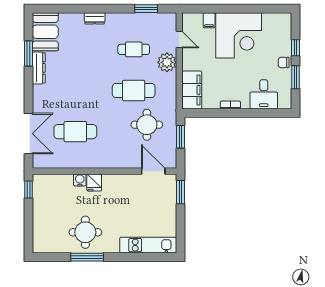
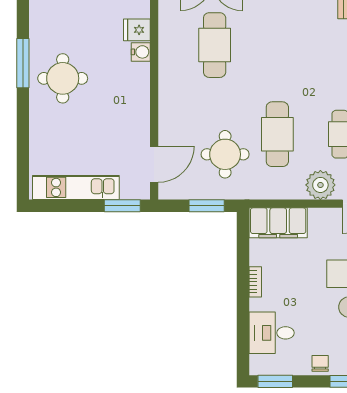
window: (295, 77) -> (275, 381), moved
fridge: (94, 182) -> (137, 30), moved
round table: (85, 232) -> (63, 78), moved
kitchen unit: (148, 245) -> (76, 187), moved, turned -90

